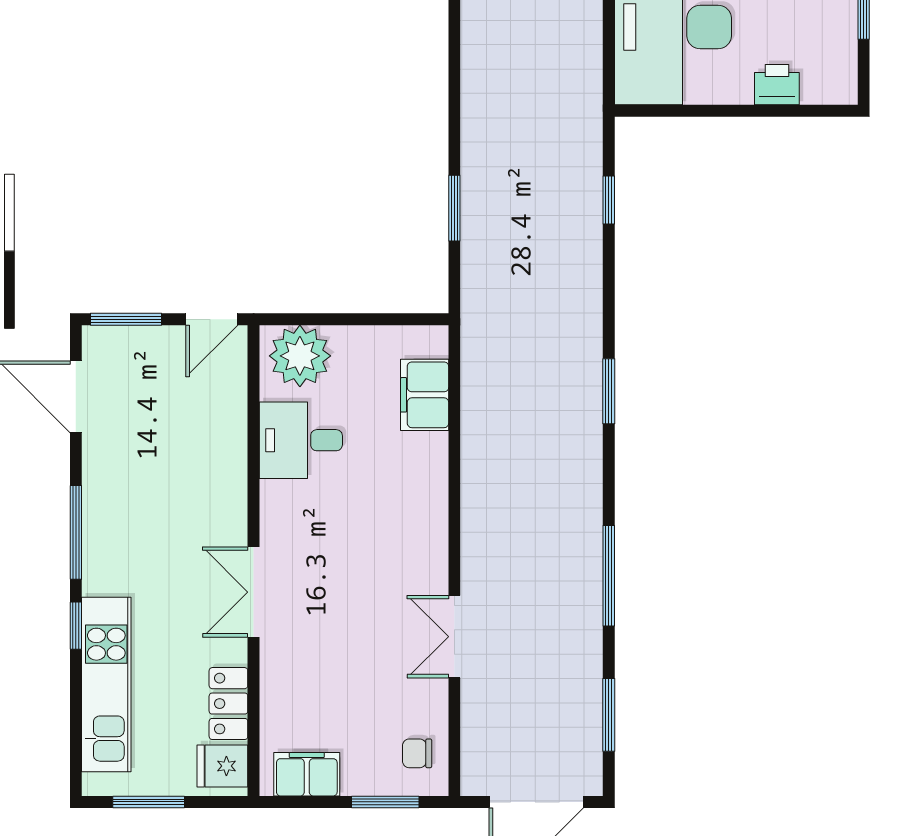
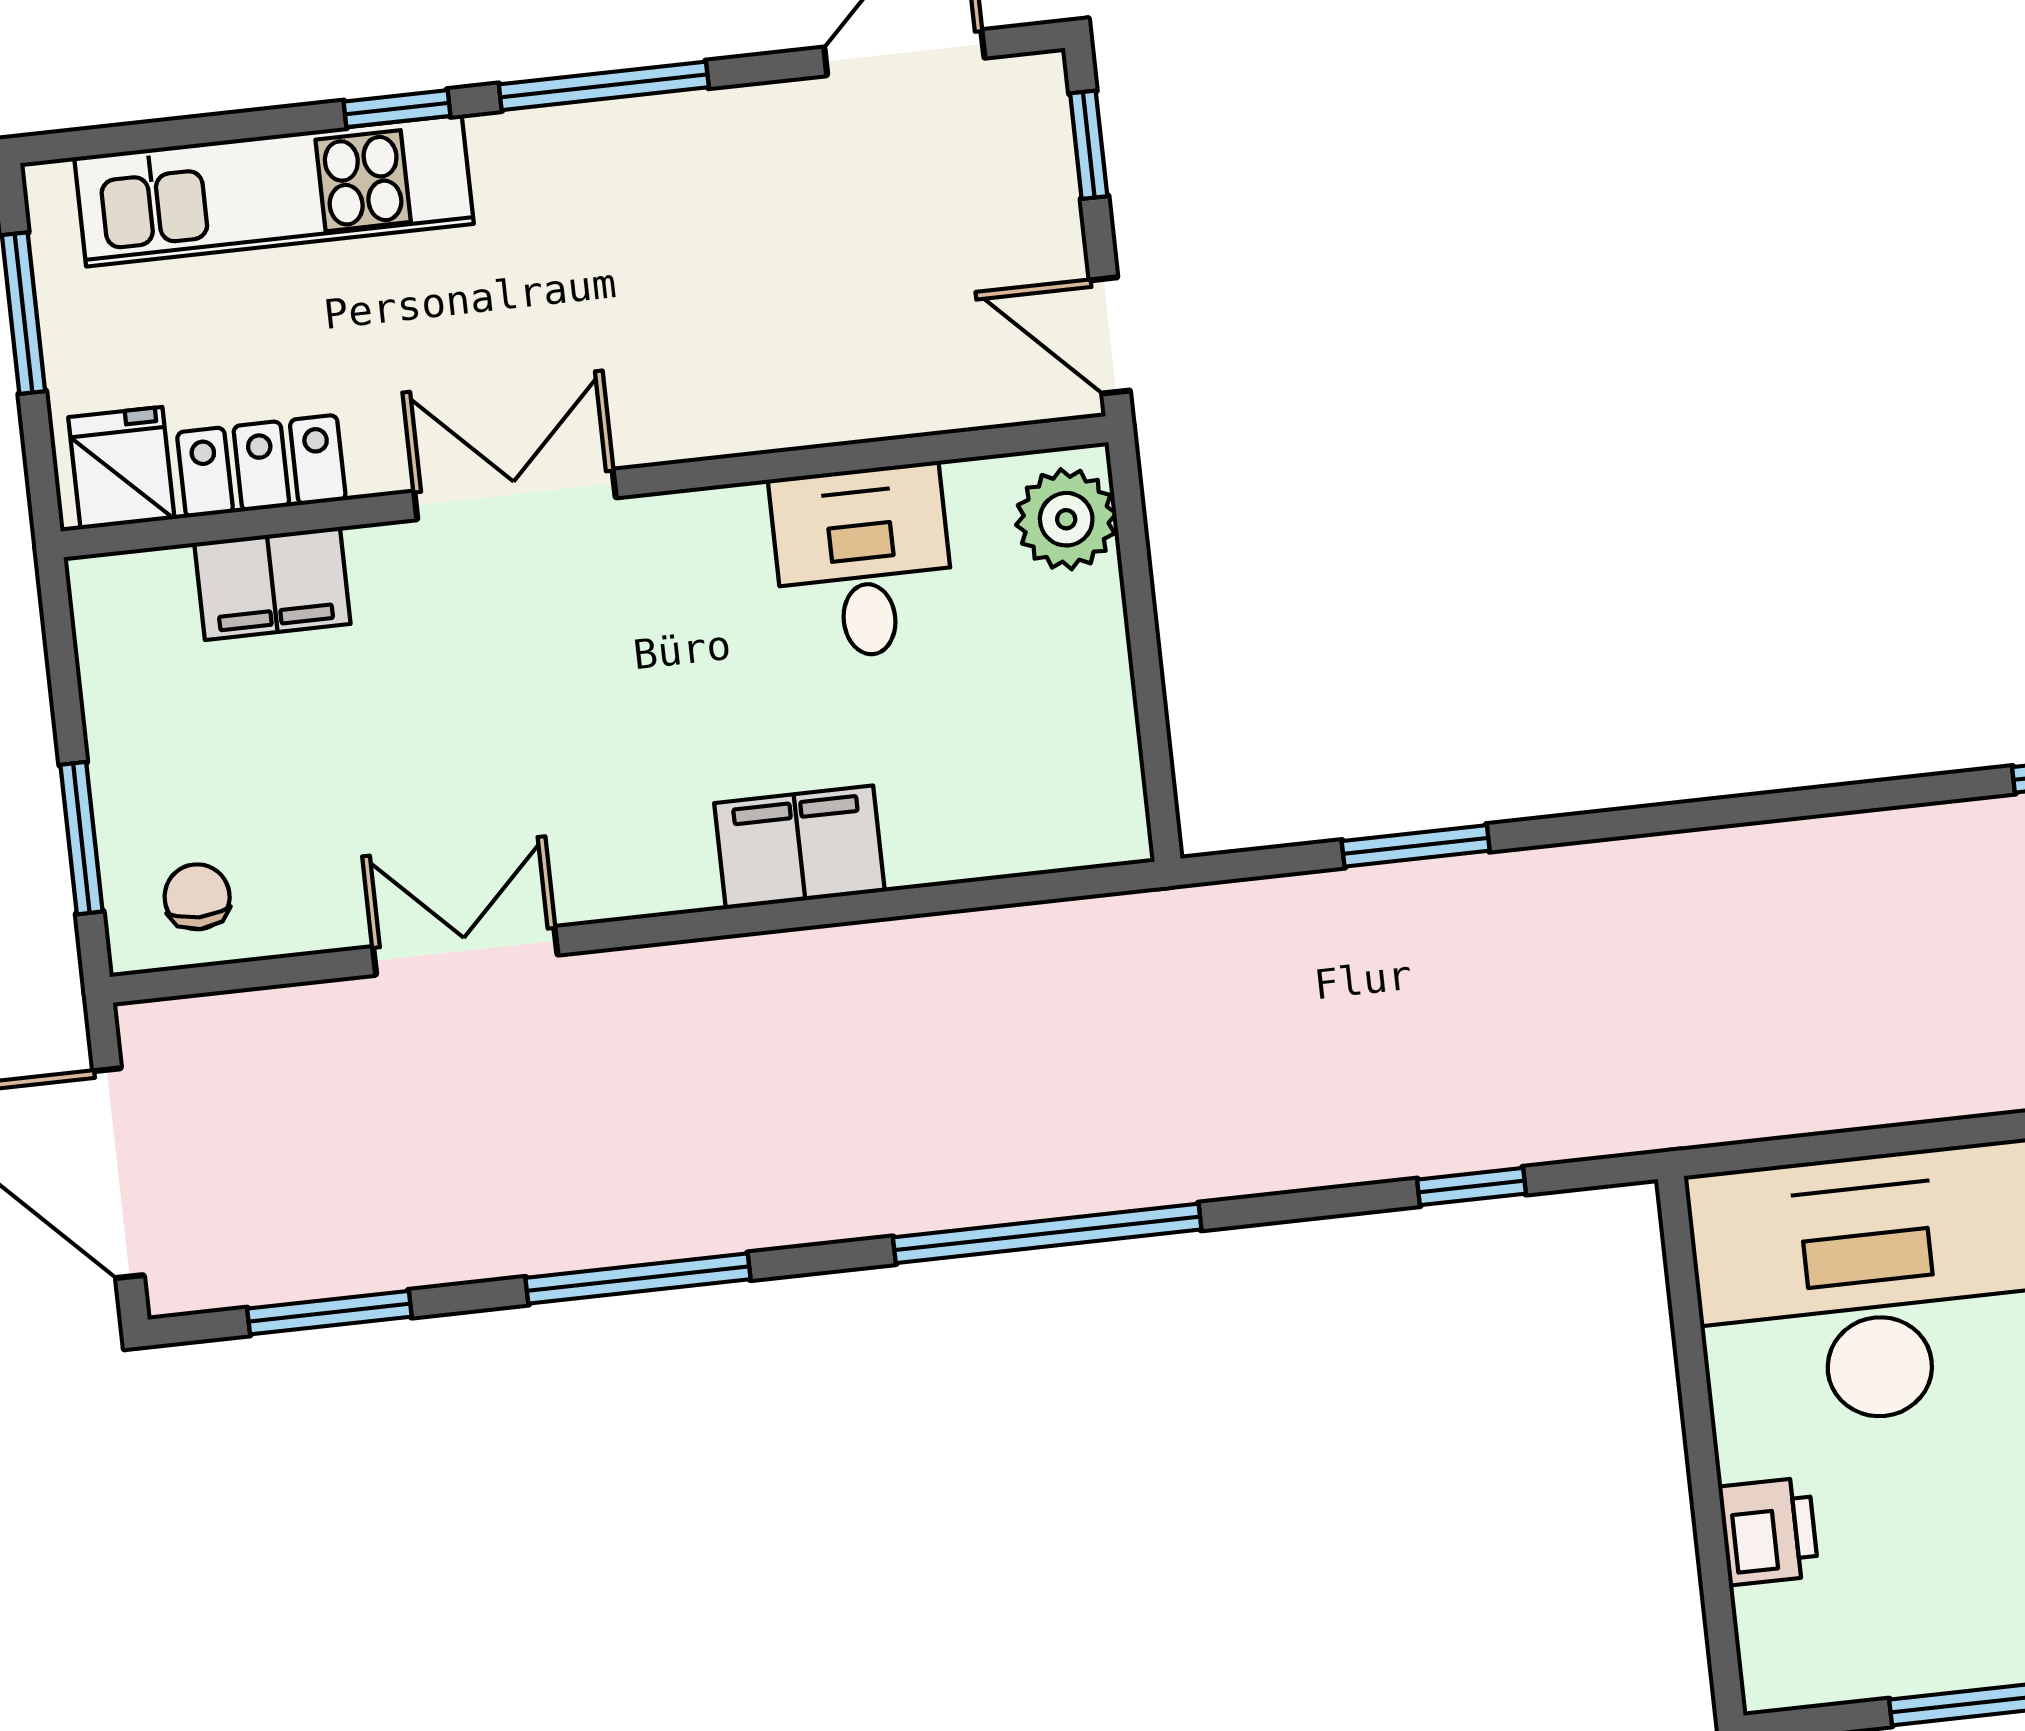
window: (126, 319) -> (1089, 145), width x0.67
plant: (300, 356) -> (1066, 519), width x0.73, depth x0.73
window: (609, 391) -> (1047, 1233), width x2.11
filing cabinet: (425, 395) -> (800, 847), moved
filing cabinet: (307, 774) -> (272, 583), moved, turned 90

